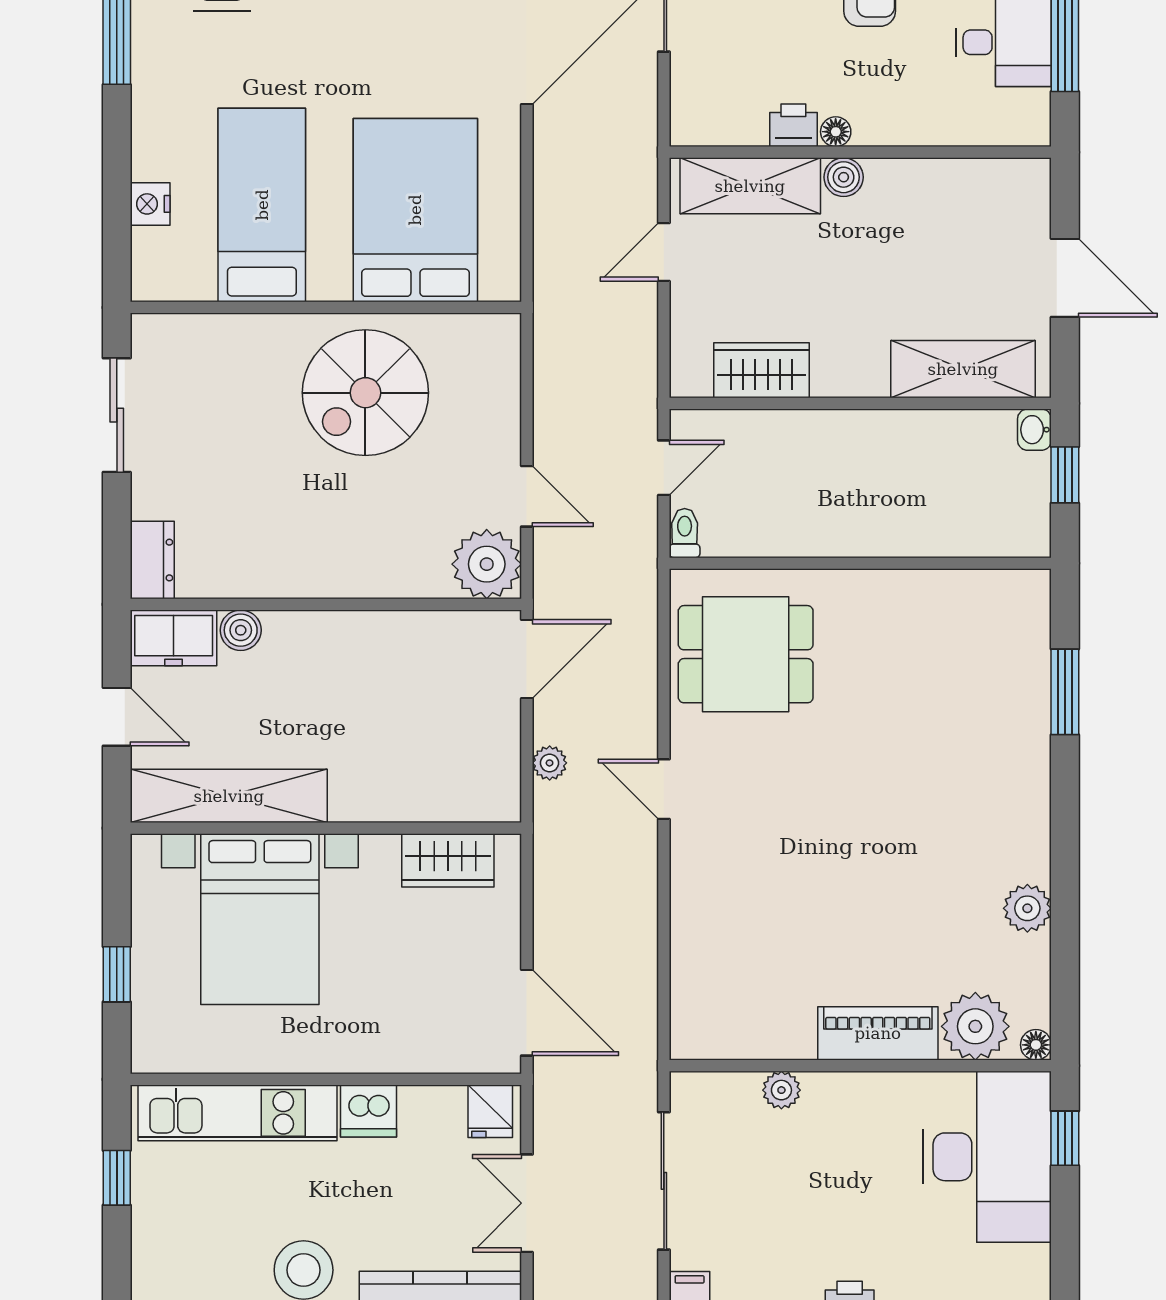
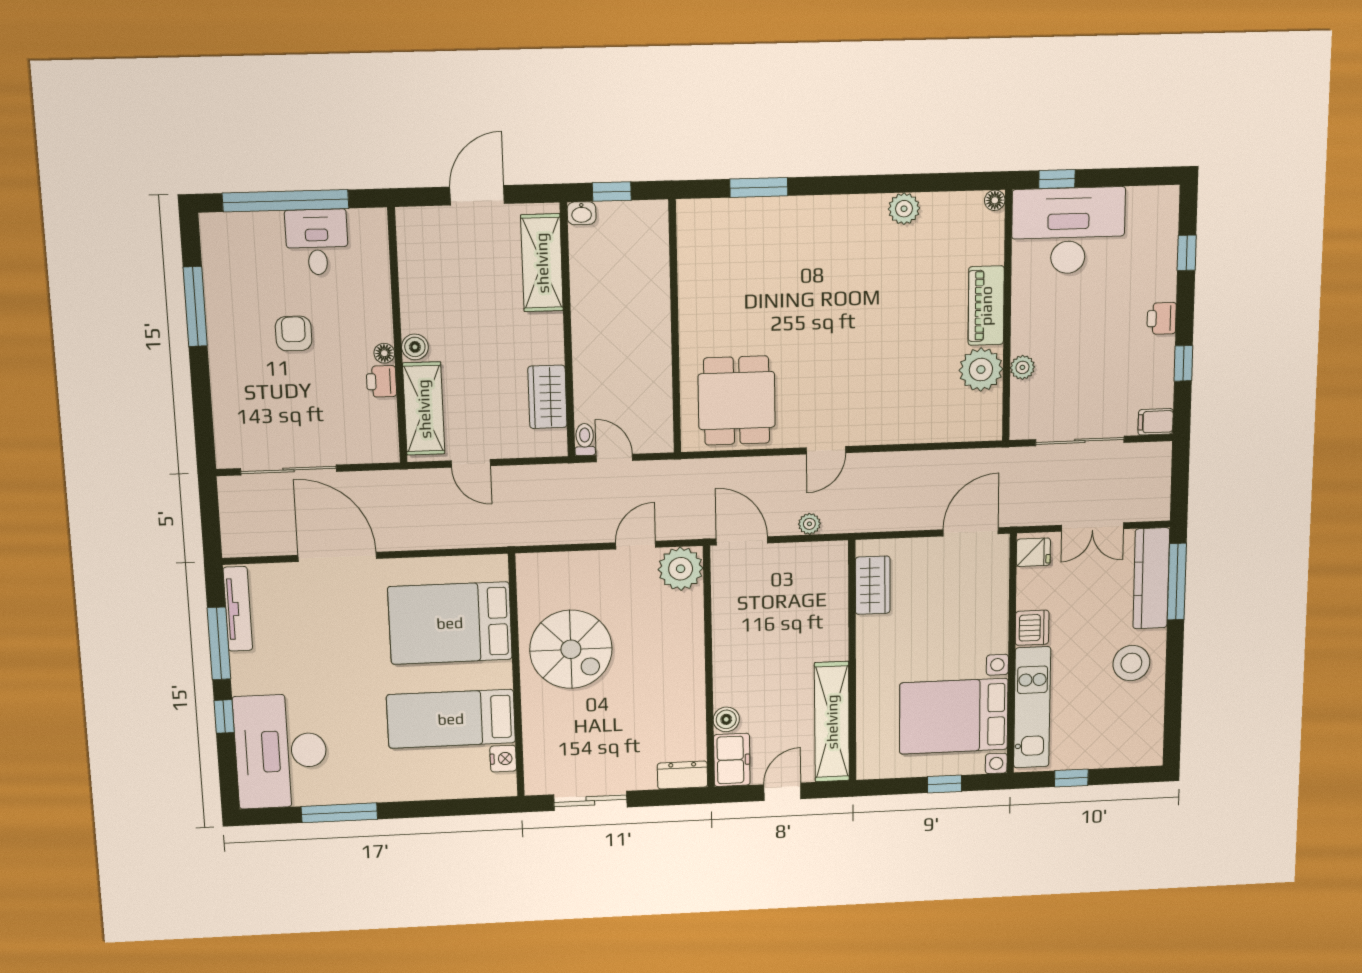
nightstand: (150, 204) -> (503, 759), moved, turned -90
toilet: (685, 533) -> (585, 440), moved, turned 90
bed with nightstands: (260, 919) -> (954, 716), moved, turned 180
plant: (975, 1026) -> (981, 370), moved

